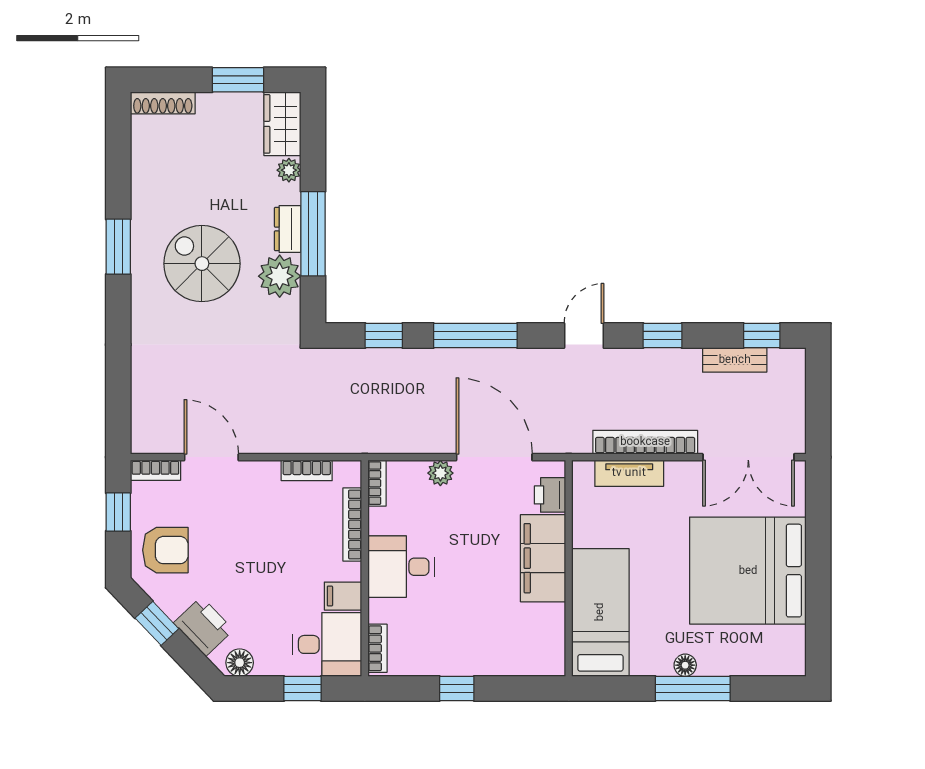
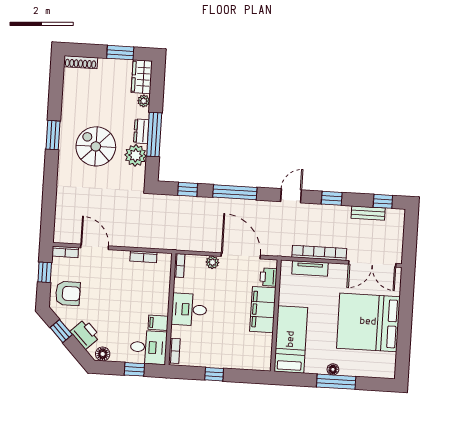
bookcase: (352, 524) -> (165, 286), removed

